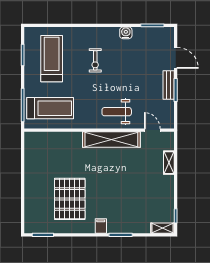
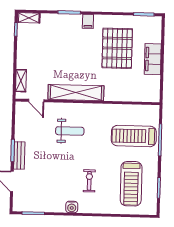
water cooler: (126, 33) -> (72, 207), moved
wall: (99, 130) -> (87, 102), moved
door: (152, 130) -> (36, 101), moved
shelving: (111, 139) -> (76, 93), moved
filing cabinet: (32, 189) -> (153, 59), added

